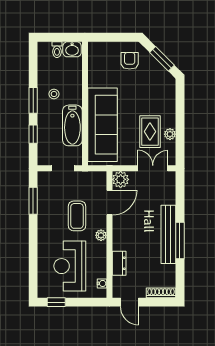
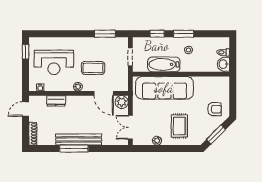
rug: (150, 132) -> (179, 126), moved, turned 90
double door: (153, 168) -> (130, 127), swing flipped
reception desk: (70, 266) -> (54, 62), turned 180

